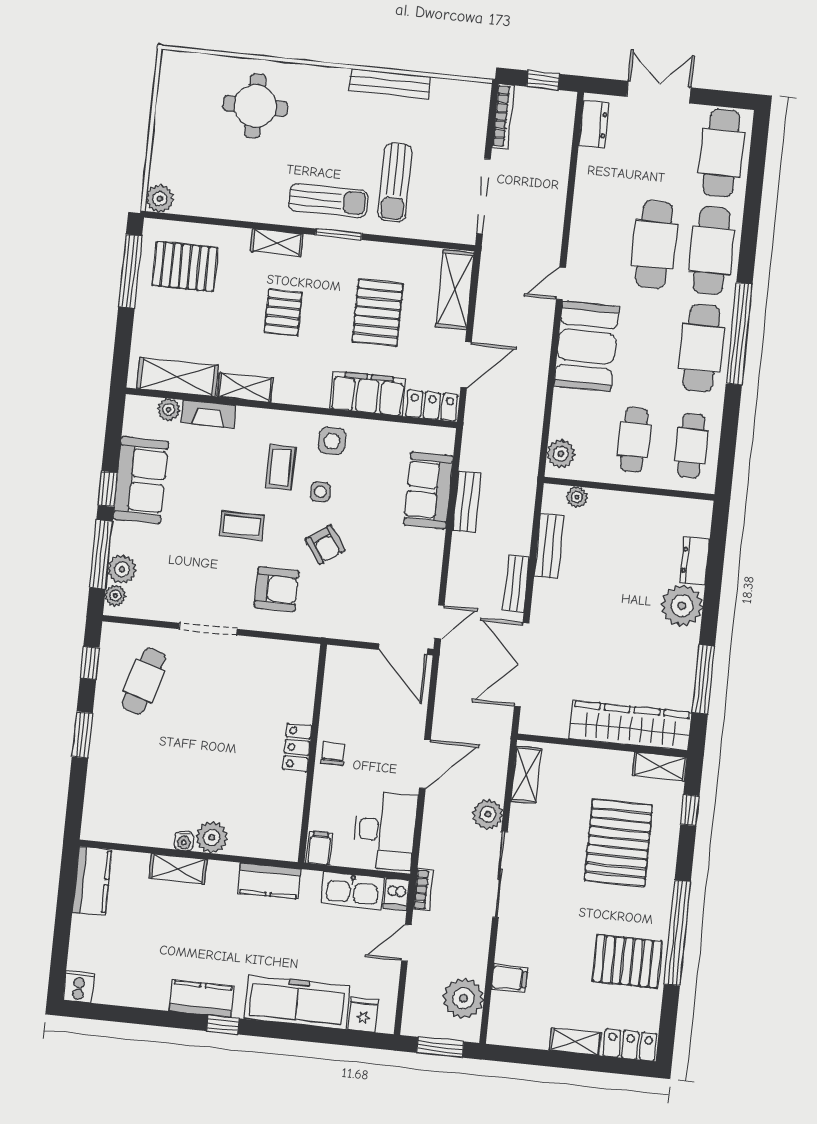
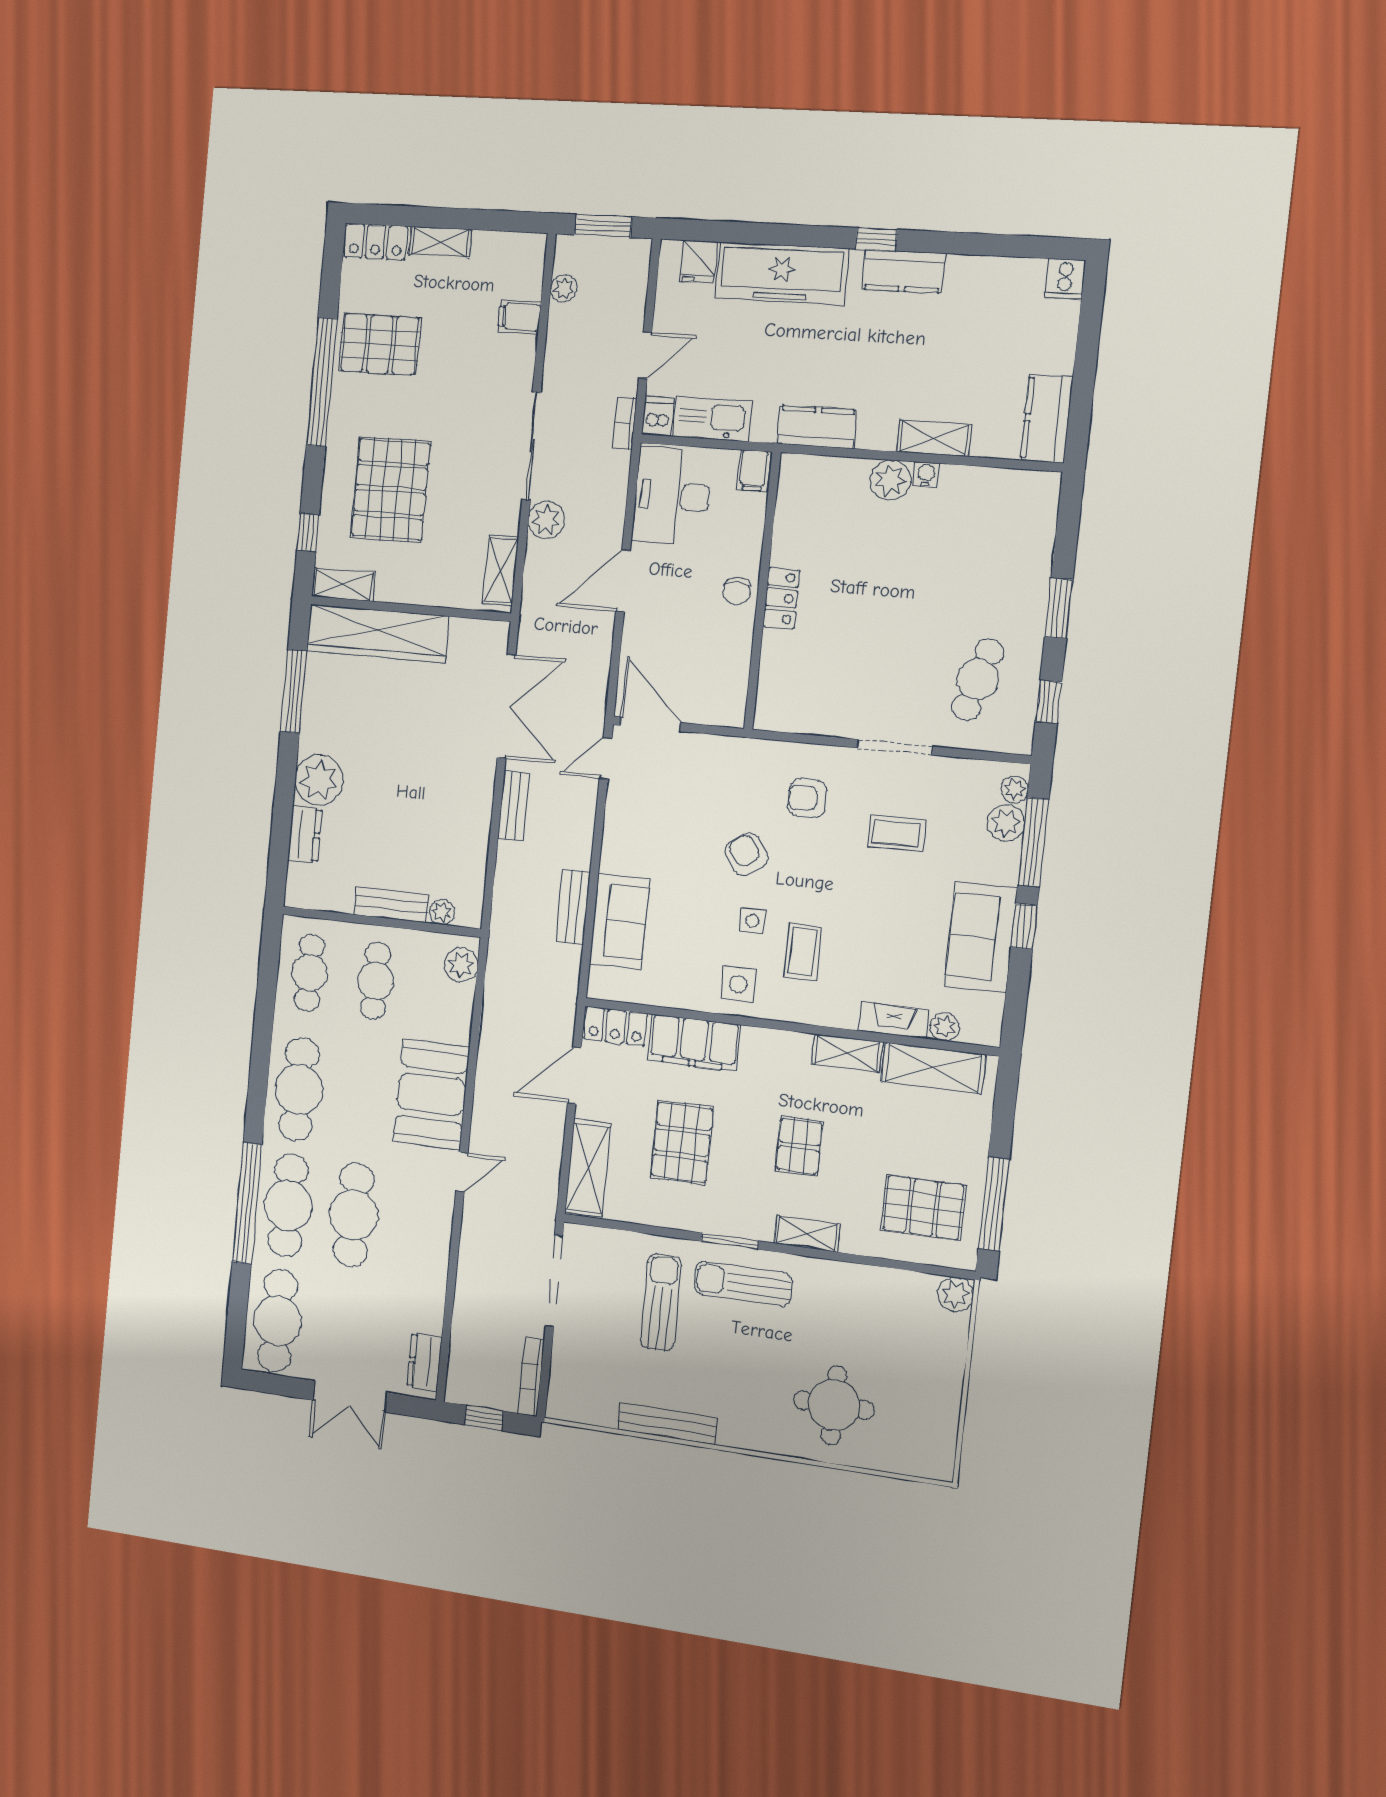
window: (739, 334) -> (247, 1203), moved
coffee table: (242, 526) -> (896, 833), moved
bench: (549, 546) -> (391, 904), moved, turned 90
armchair: (277, 589) -> (807, 798), width x0.72, depth x0.72
plant: (463, 998) -> (564, 288), width x0.53, depth x0.53

